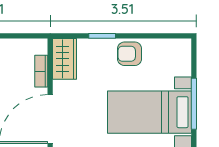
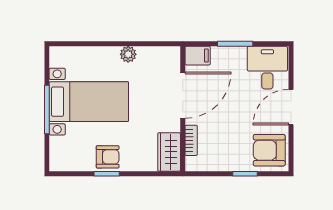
window: (102, 36) -> (107, 174), moved

